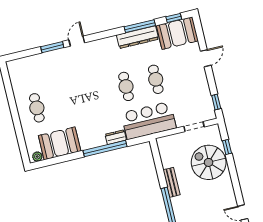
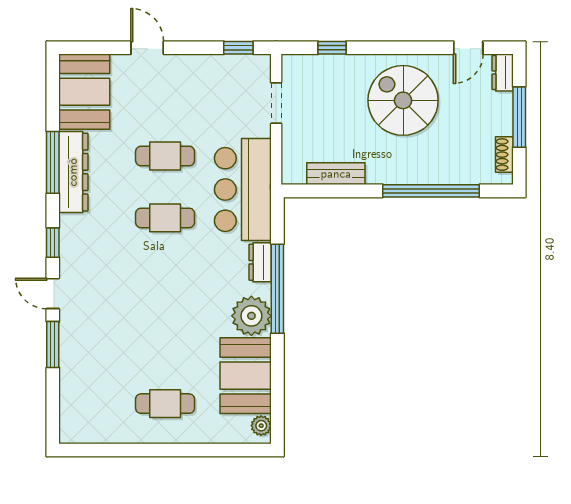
window: (174, 18) -> (53, 243), moved
plant: (89, 139) -> (251, 316), added
spiral stairs: (209, 162) -> (403, 100), moved, turned 90
bench: (172, 182) -> (336, 174), moved

